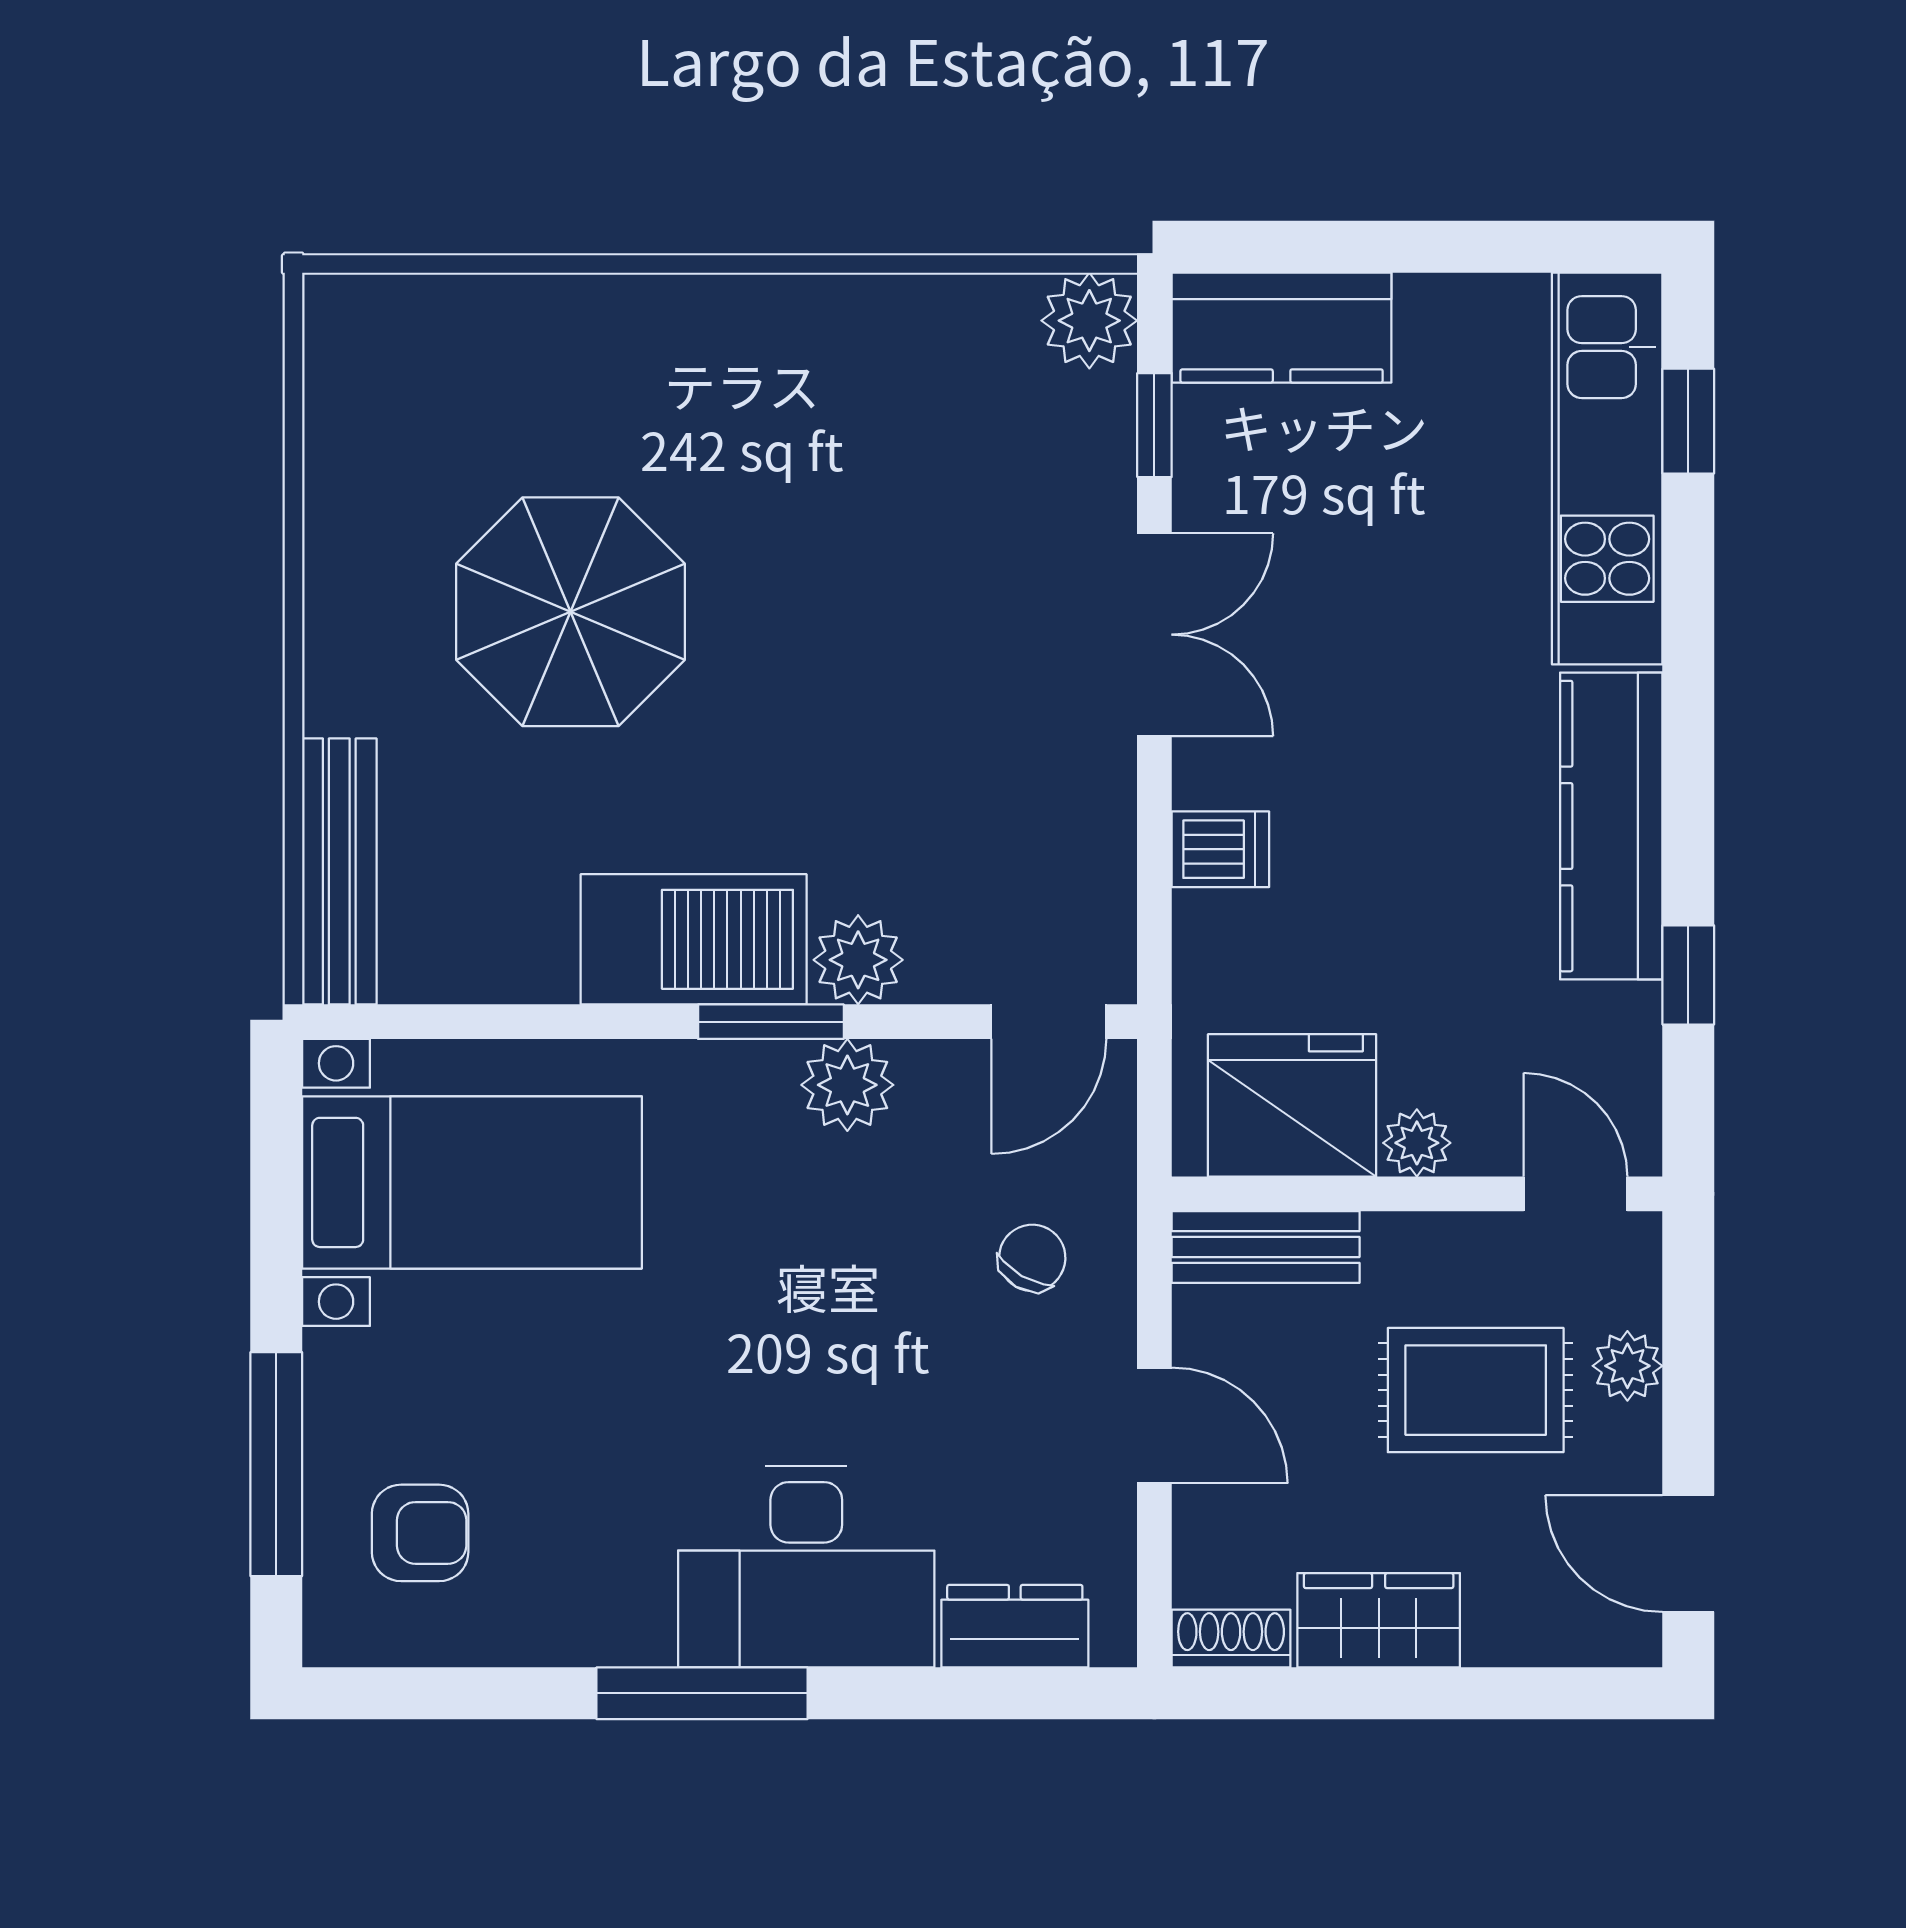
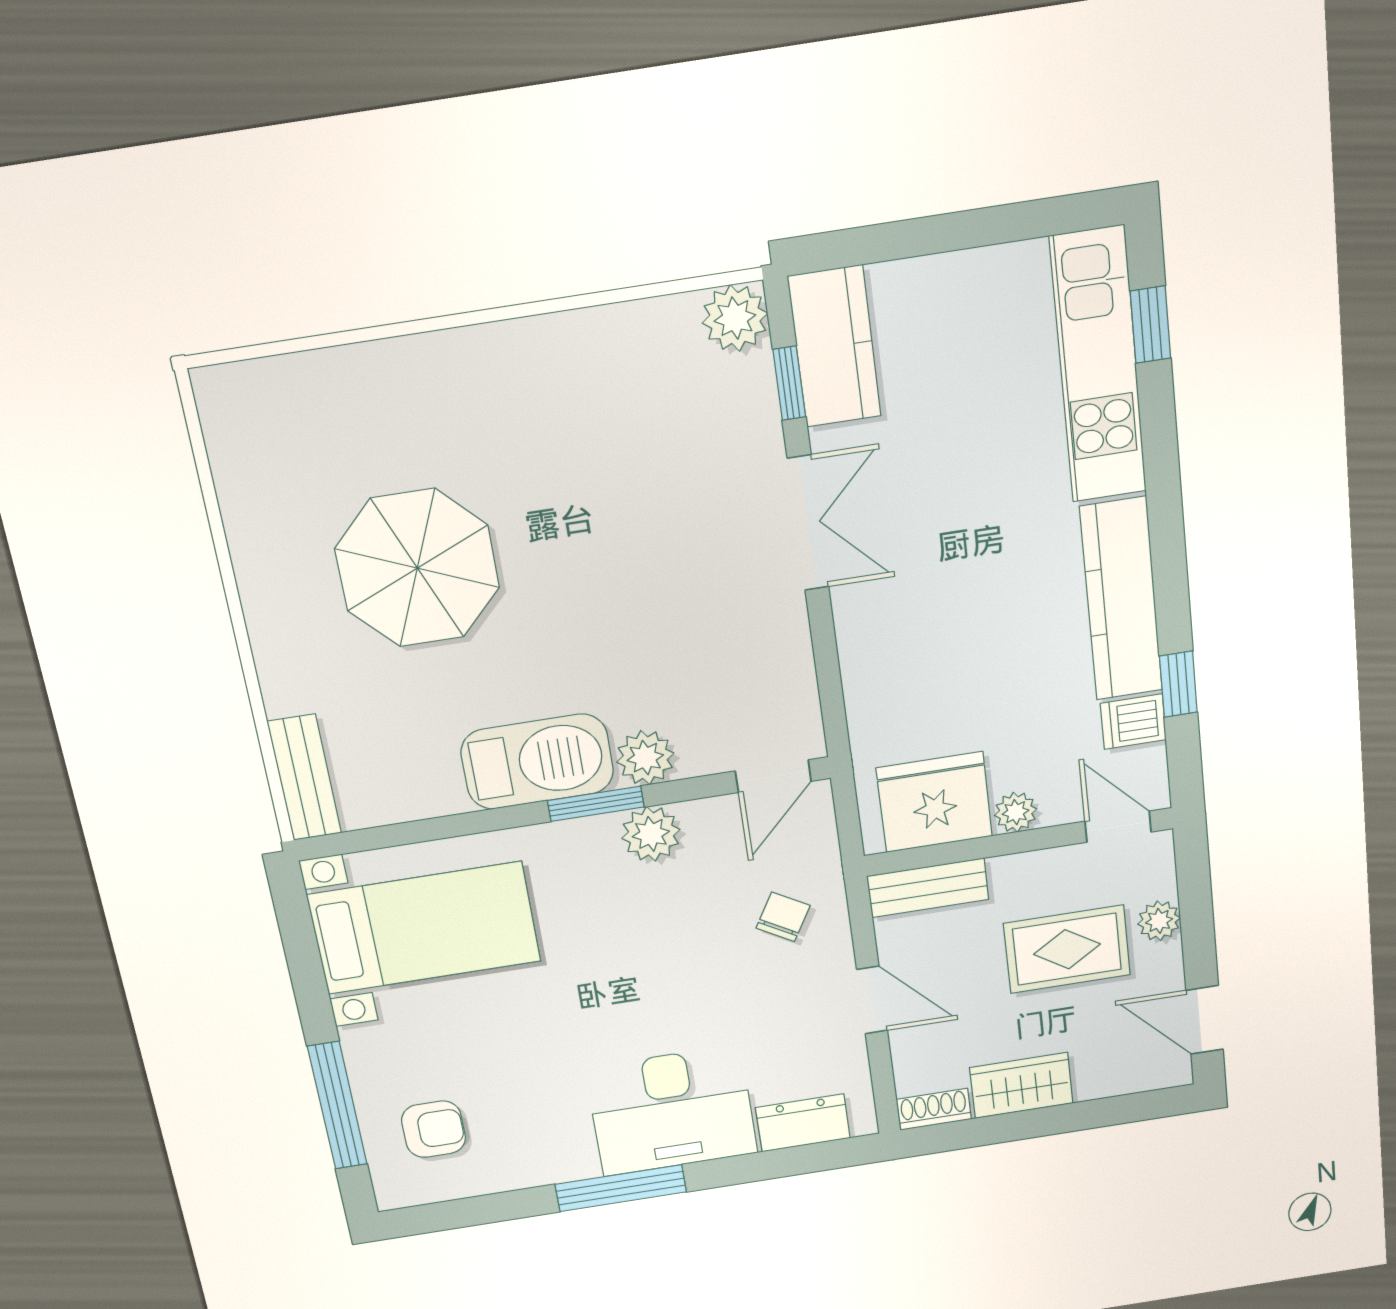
kitchen counter: (1282, 328) -> (834, 346), moved, turned -90
dishwasher: (1220, 849) -> (1133, 722), moved, turned 180
bench: (339, 871) -> (304, 777), width x0.73

